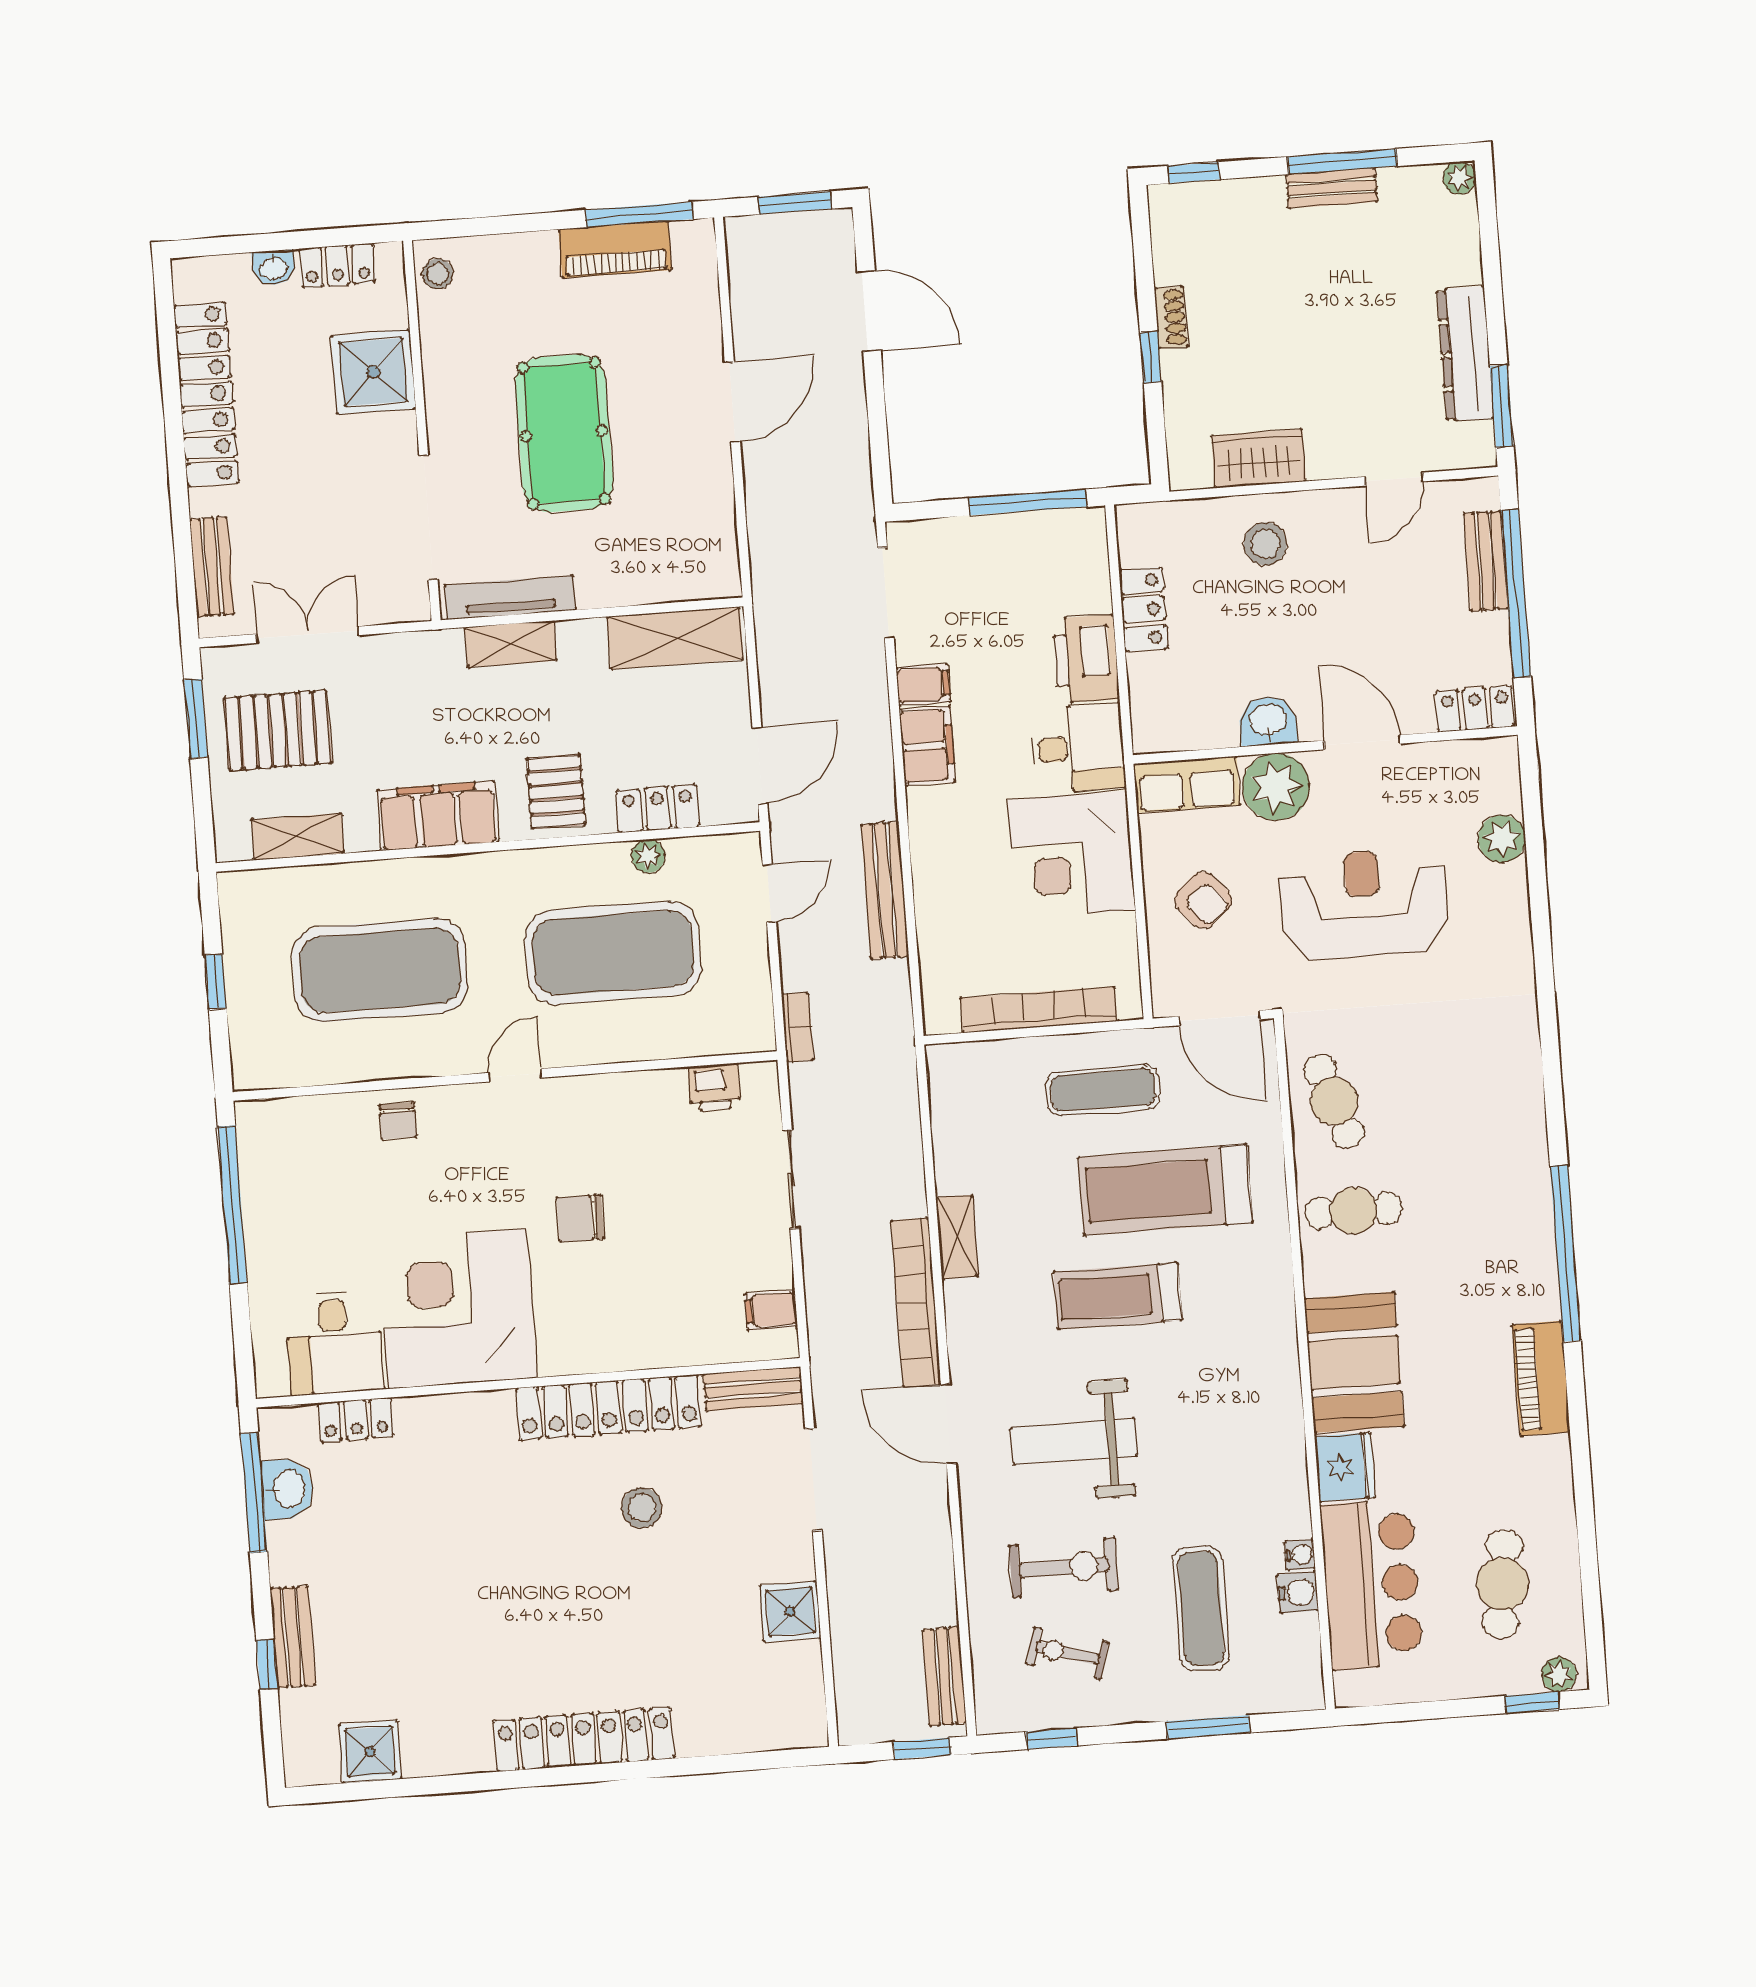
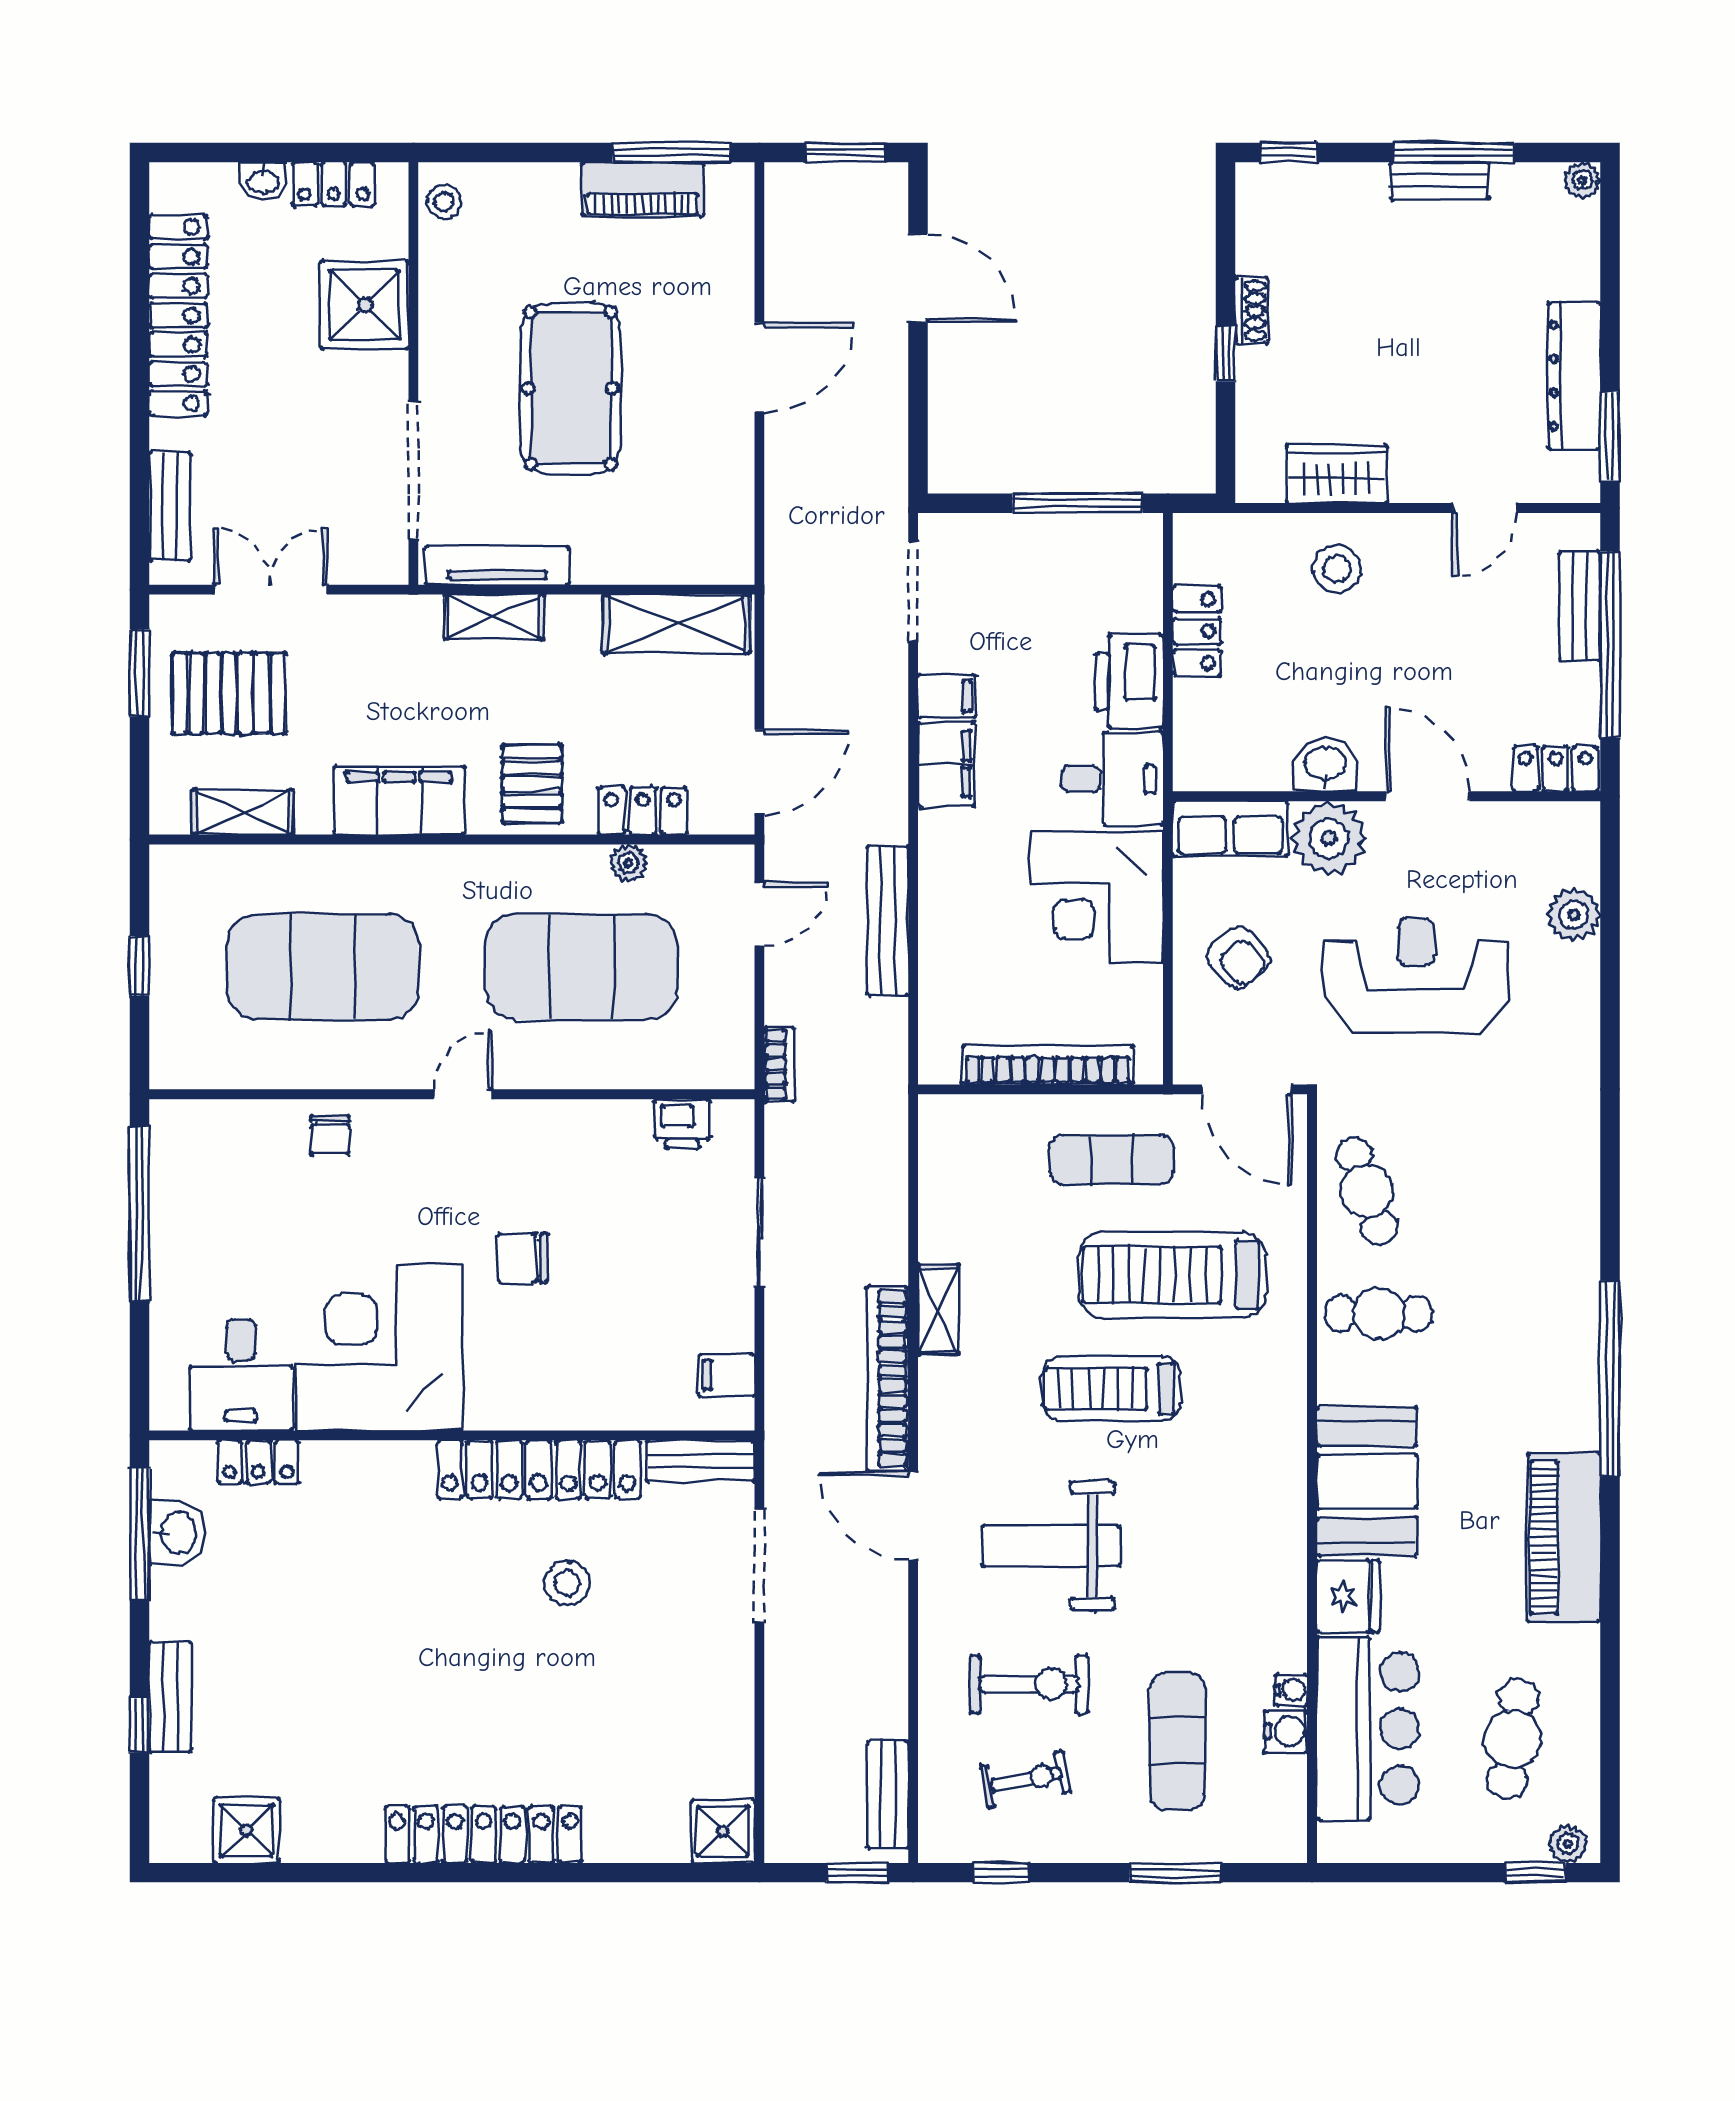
piano: (1541, 1378) -> (1563, 1538), width x1.37, depth x1.33
shower: (790, 1612) -> (723, 1831), moved
exercise bike: (1068, 1653) -> (1026, 1779), turned 153

